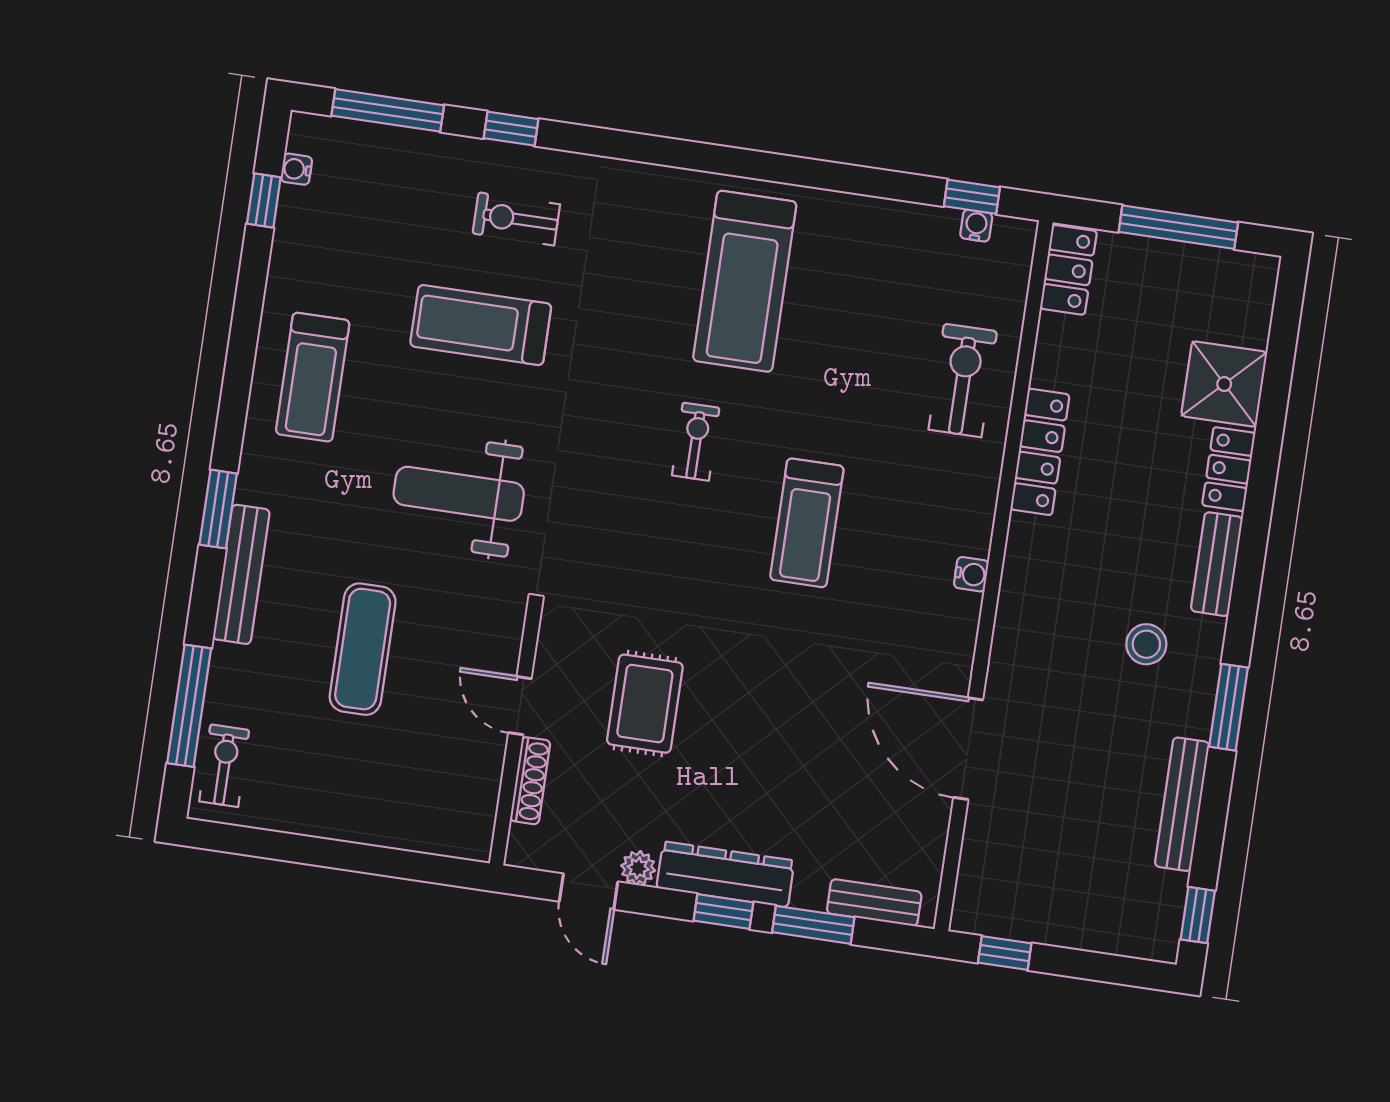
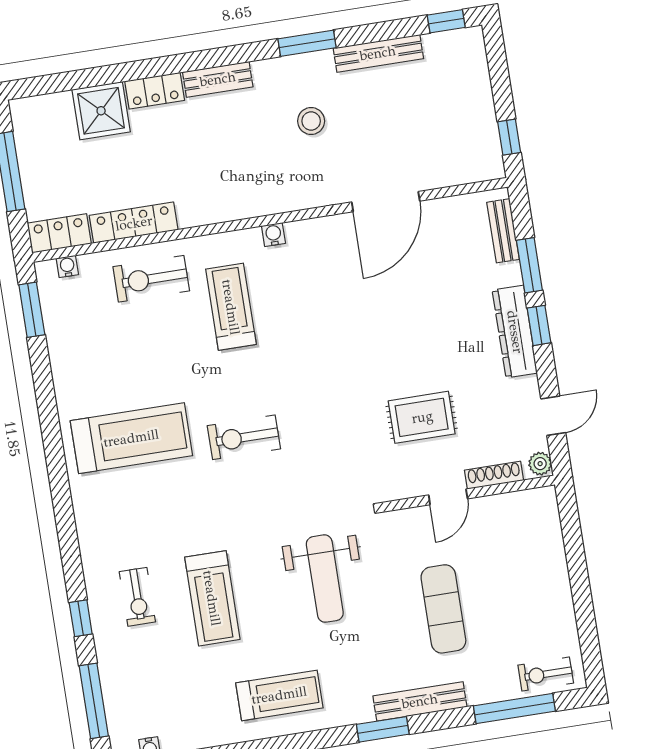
window: (972, 197) -> (32, 310), width x1.50
water cooler: (976, 226) -> (67, 266), moved, turned 90
exercise bike: (696, 442) -> (244, 437), width x1.38, depth x1.39
locker: (1040, 452) -> (134, 223), moved
treadmill: (807, 523) -> (231, 307), moved, turned -90
stool: (1146, 644) -> (311, 121), moved
exercise mat: (363, 649) -> (443, 609), turned 90
plant: (638, 868) -> (540, 464), moved

